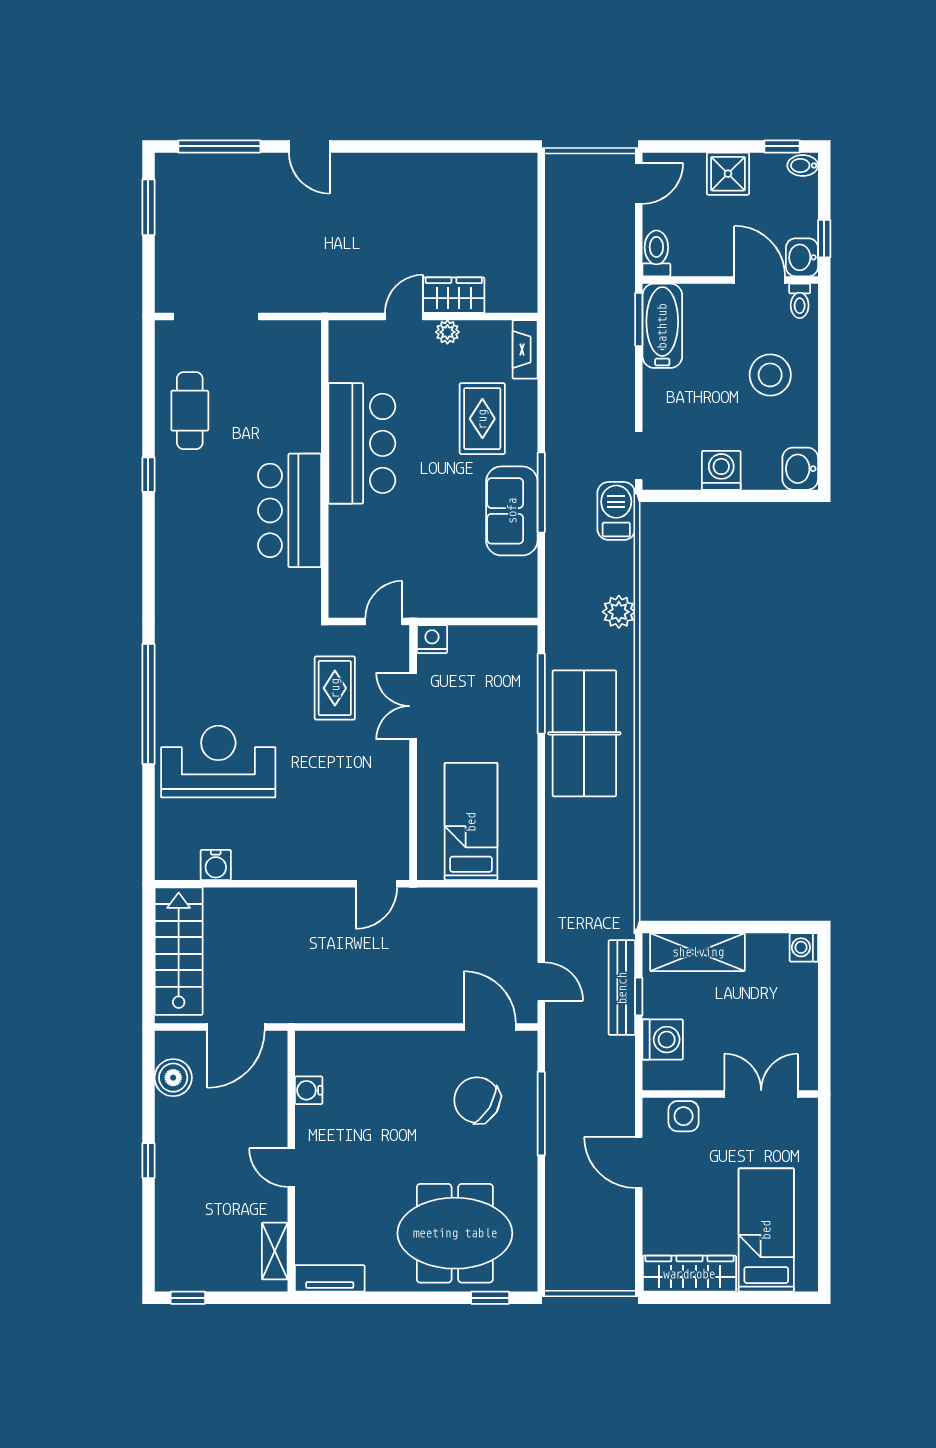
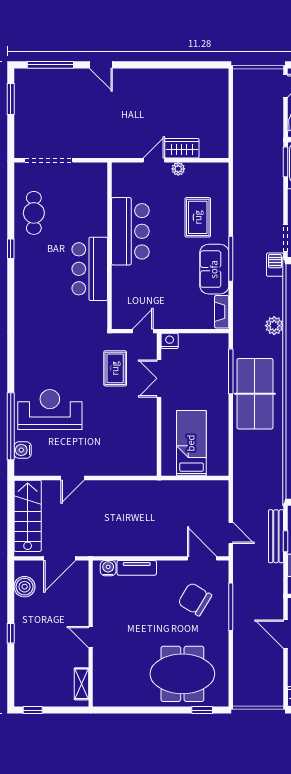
fireplace: (525, 349) -> (222, 312), moved
barbecue: (616, 511) -> (275, 265), width x0.73, depth x0.79
window: (148, 704) -> (11, 426), moved
water cooler: (216, 865) -> (23, 450), moved, turned 90
door: (376, 884) -> (73, 478), moved
water cooler: (309, 1090) -> (108, 568), moved, turned 90
tv unit: (330, 1278) -> (137, 568), moved, turned 180

